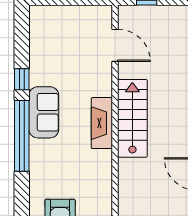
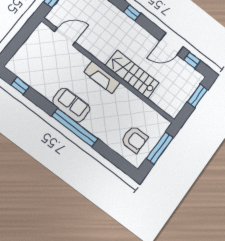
window: (22, 79) -> (20, 86), moved
stairs: (132, 118) -> (132, 74), moved

